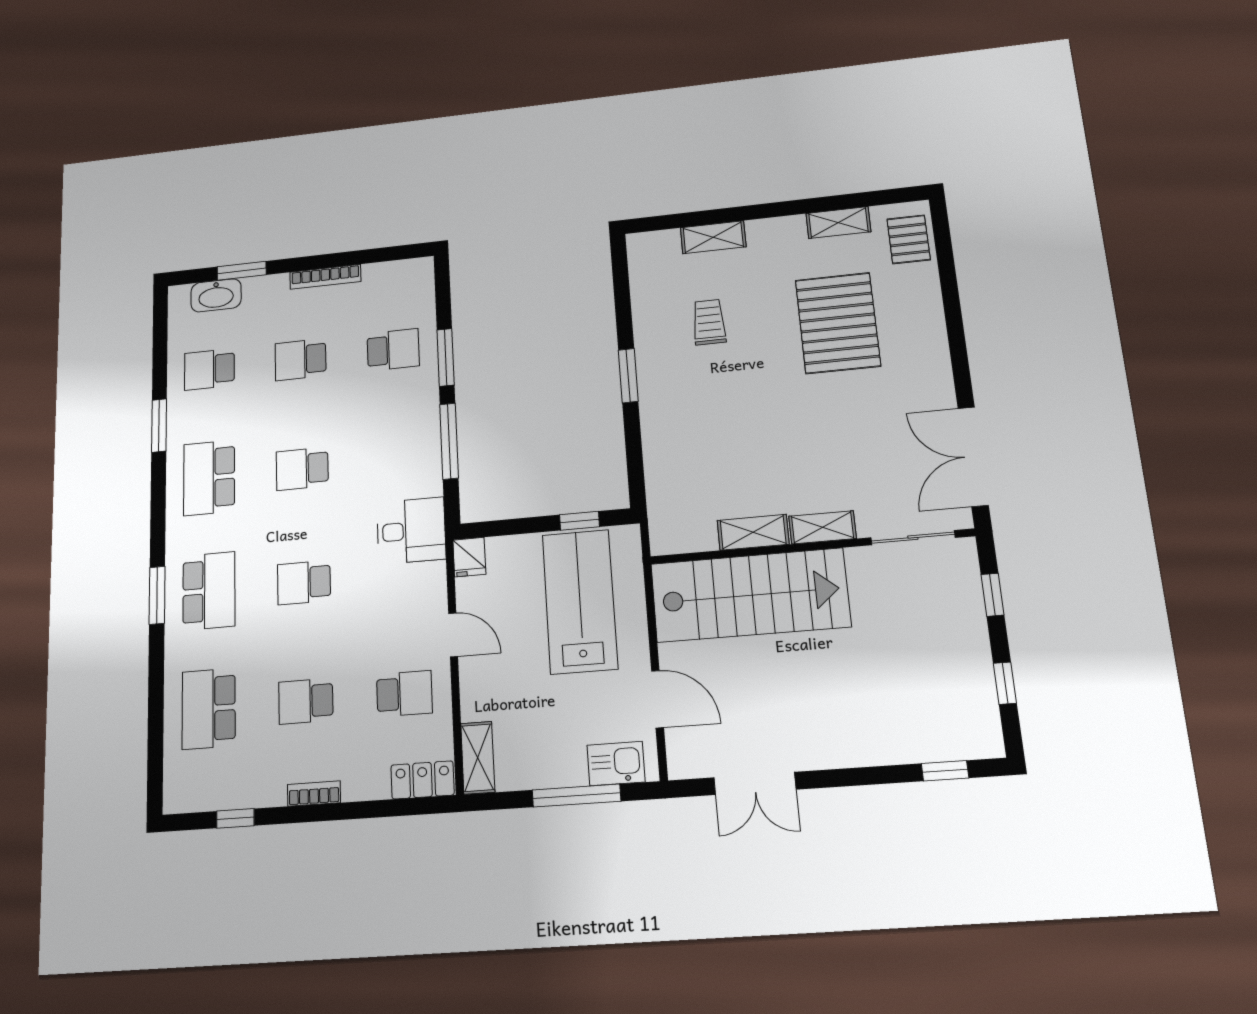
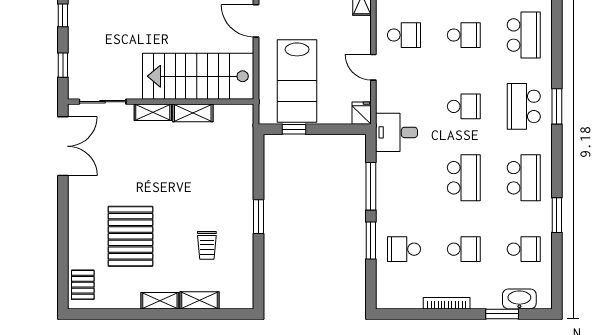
shelving: (838, 223) -> (160, 301), moved
school desk: (302, 469) -> (464, 178), width x1.85
school desk: (404, 694) -> (404, 35), turned 180

